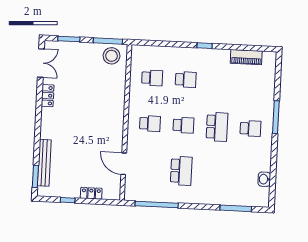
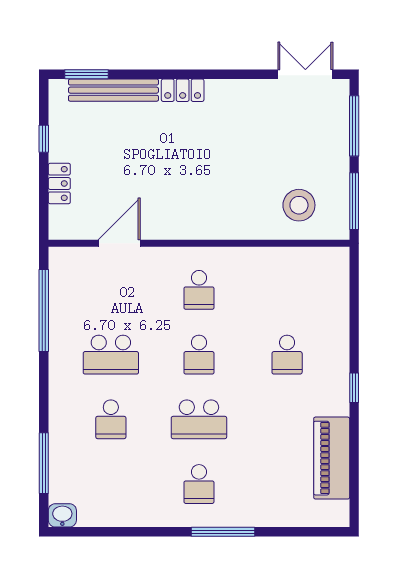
window: (69, 39) -> (354, 126), width x1.44
stool: (111, 56) -> (299, 205), moved
piano: (246, 57) -> (332, 458), width x1.37, depth x1.33
double door: (41, 63) -> (305, 74), swing flipped
school desk: (152, 78) -> (111, 419), moved
locker: (48, 96) -> (183, 90), moved
washbasin: (264, 179) -> (62, 515), moved

